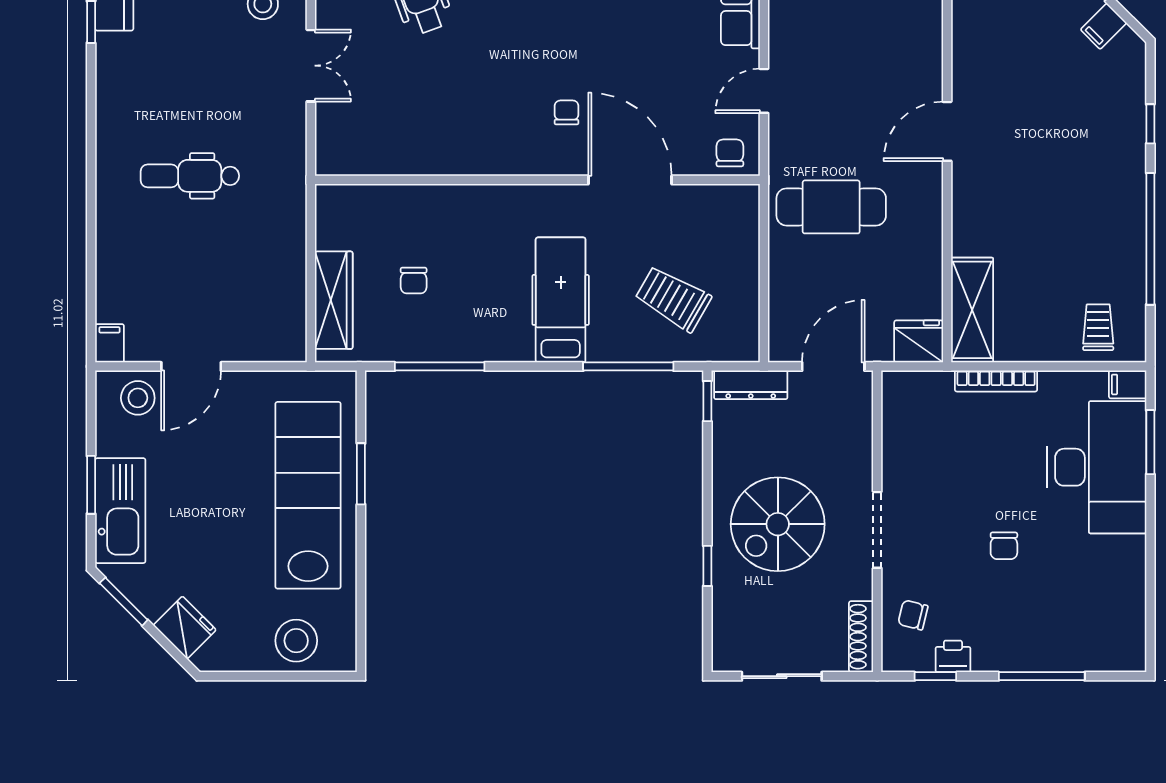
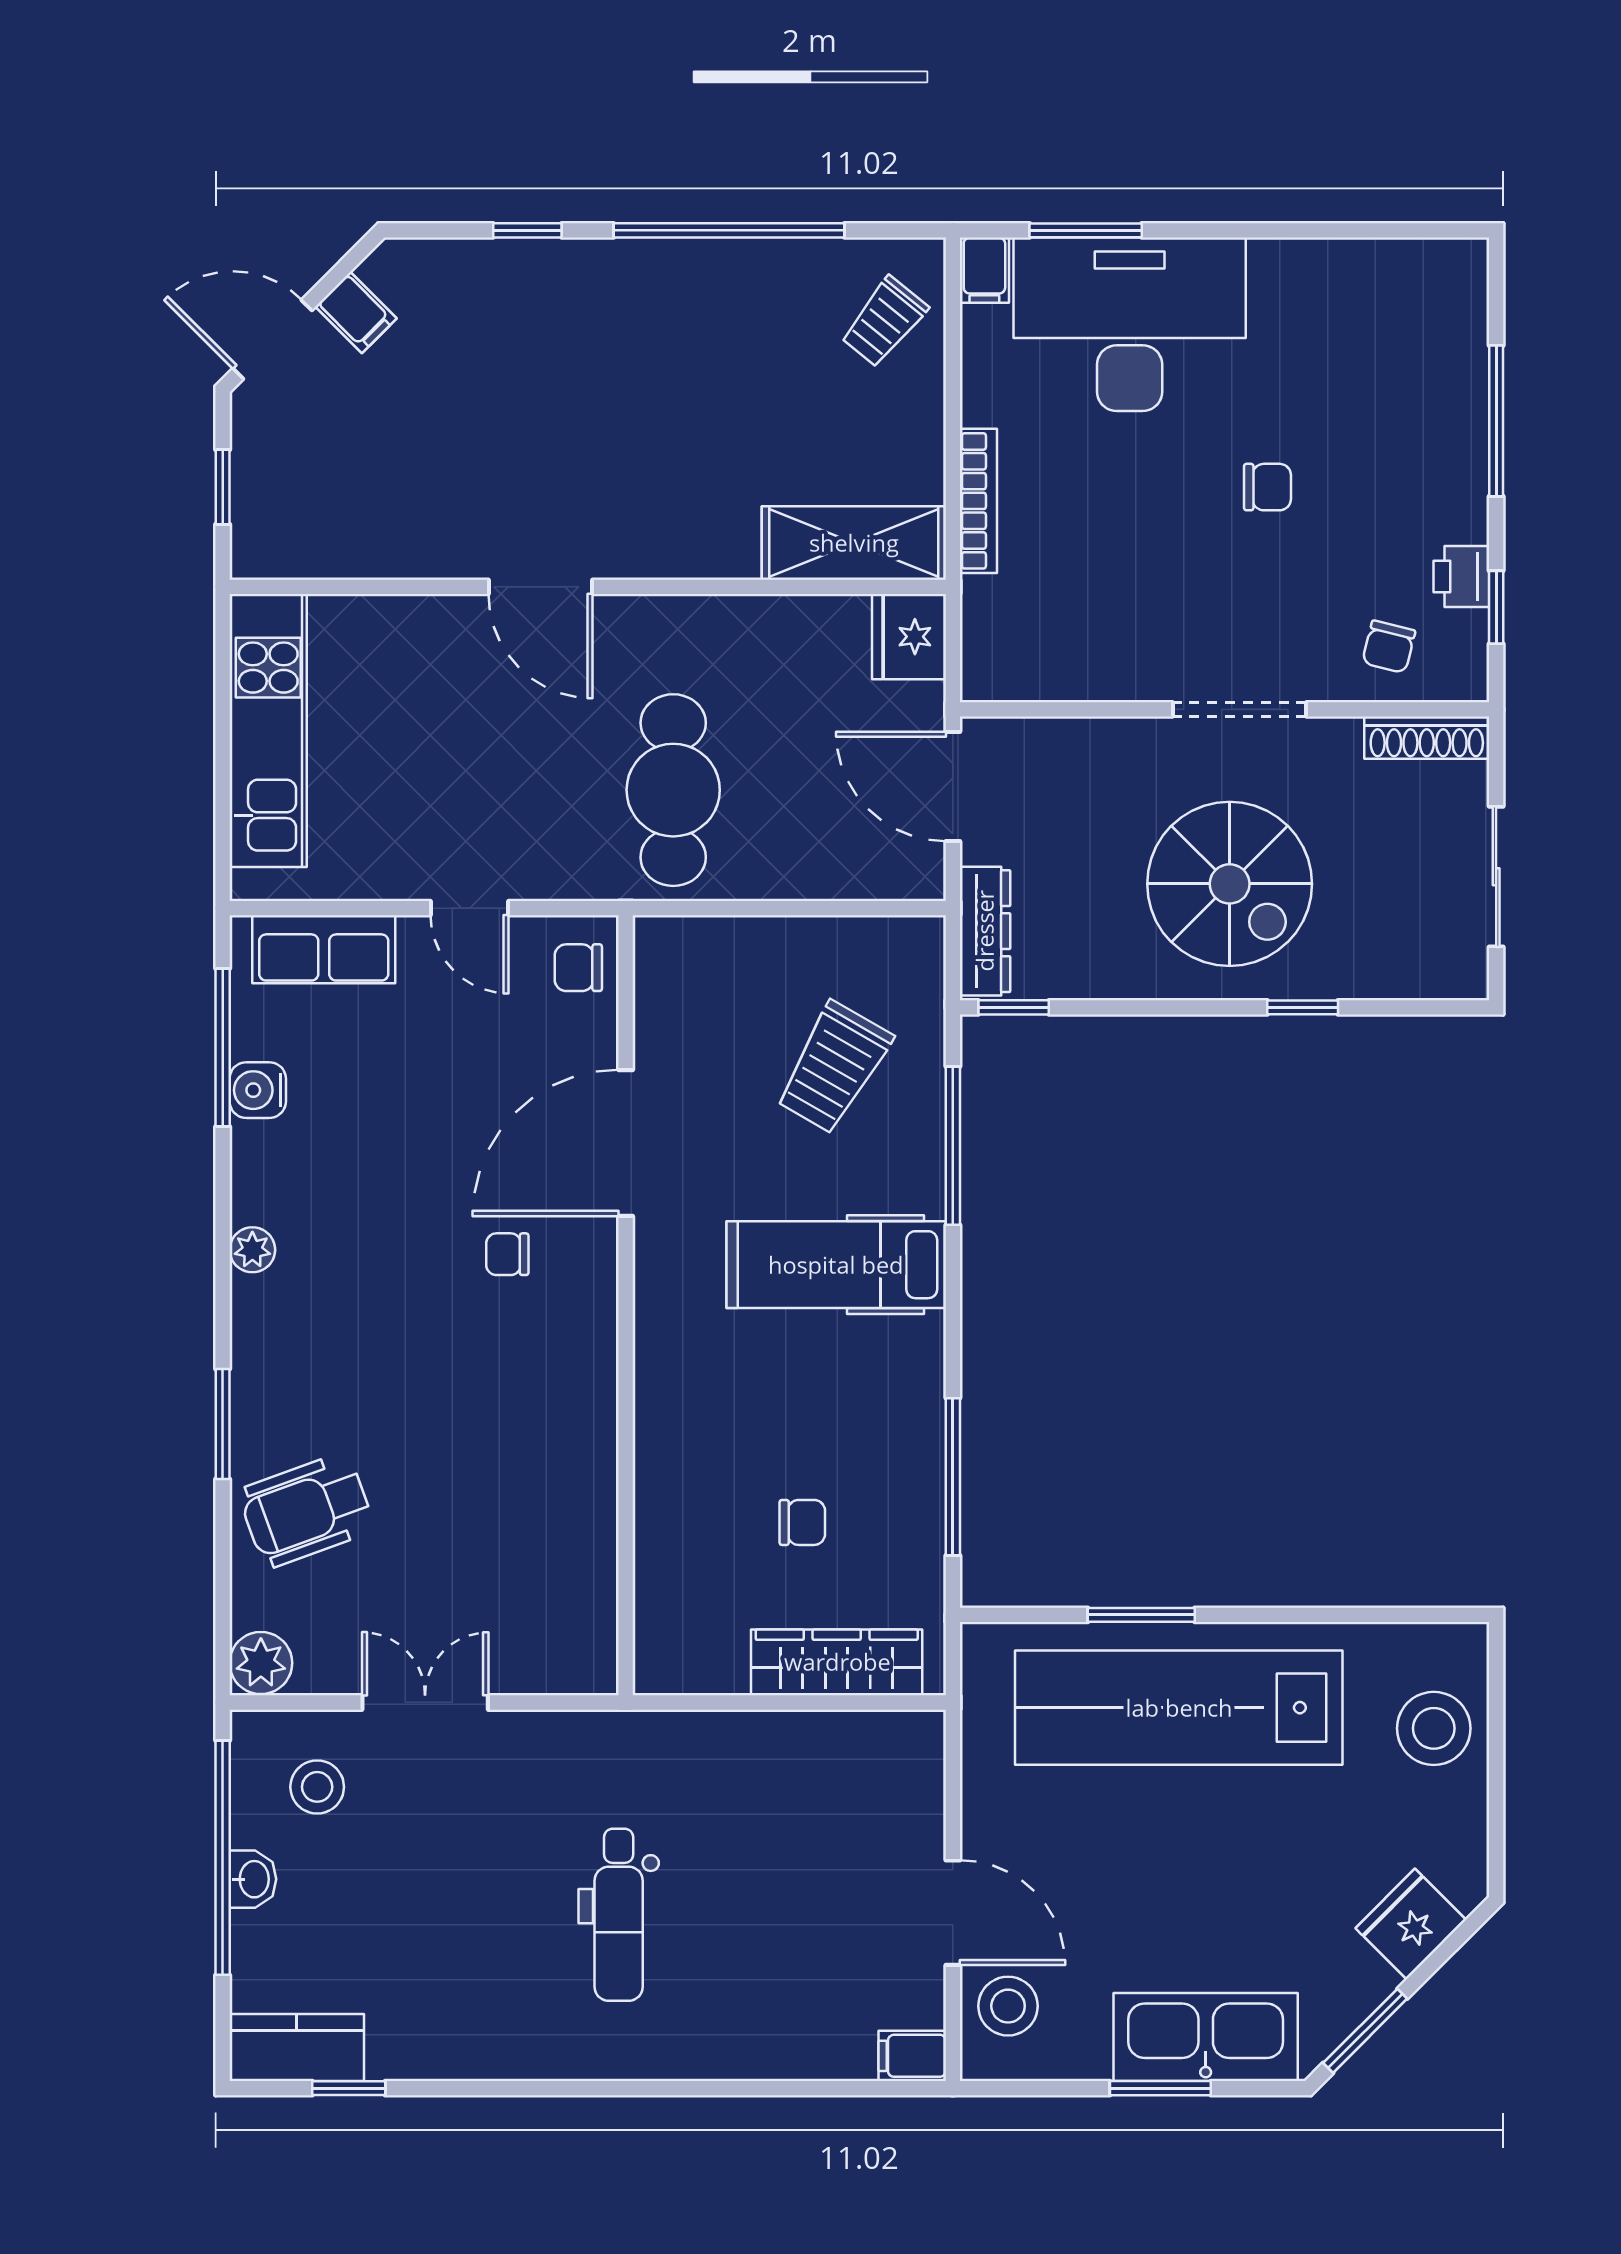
trolley: (1098, 327) -> (884, 322), turned -51

